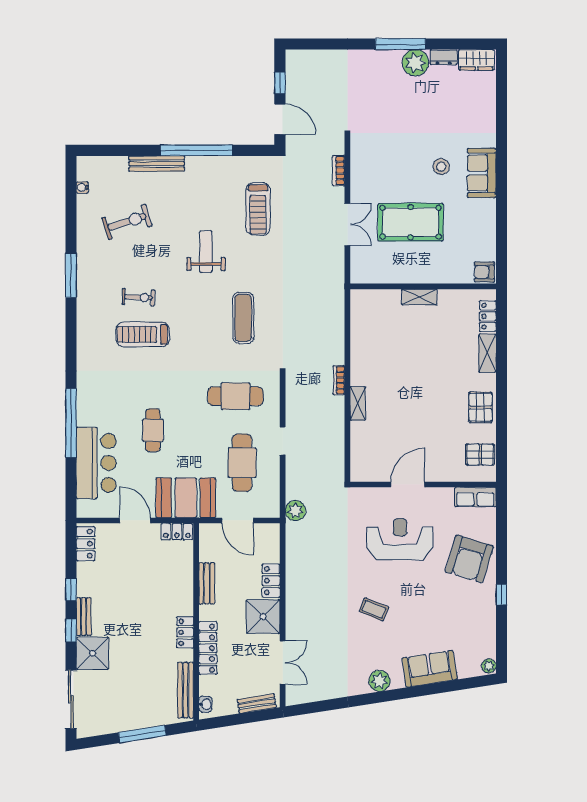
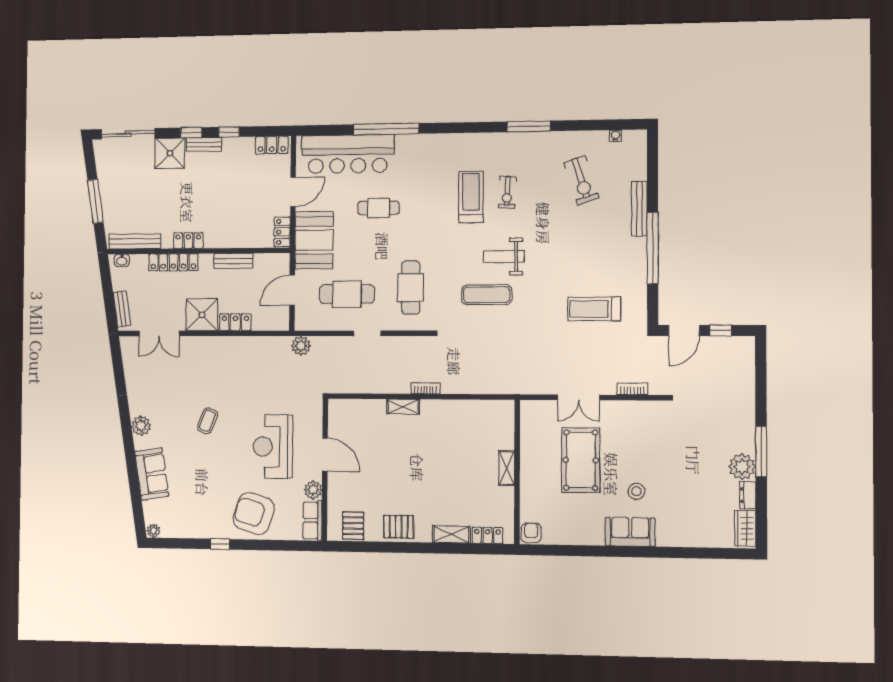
weight bench: (206, 251) -> (504, 257), moved, turned 180
bar counter: (96, 463) -> (348, 154), width x1.36
plant: (444, 497) -> (313, 490), added
reception desk: (400, 539) -> (273, 447), turned 180

